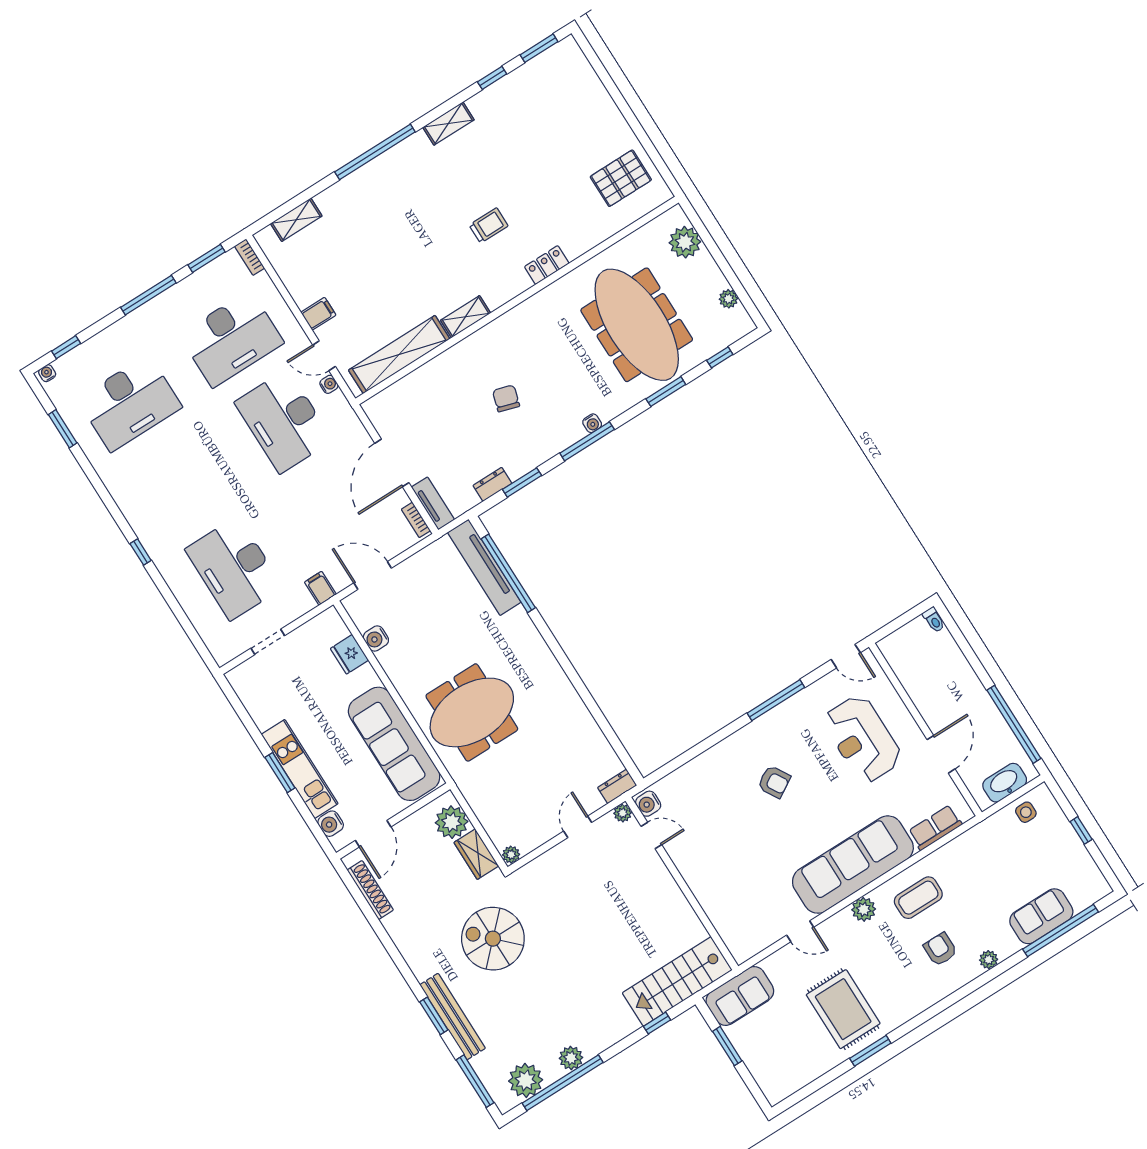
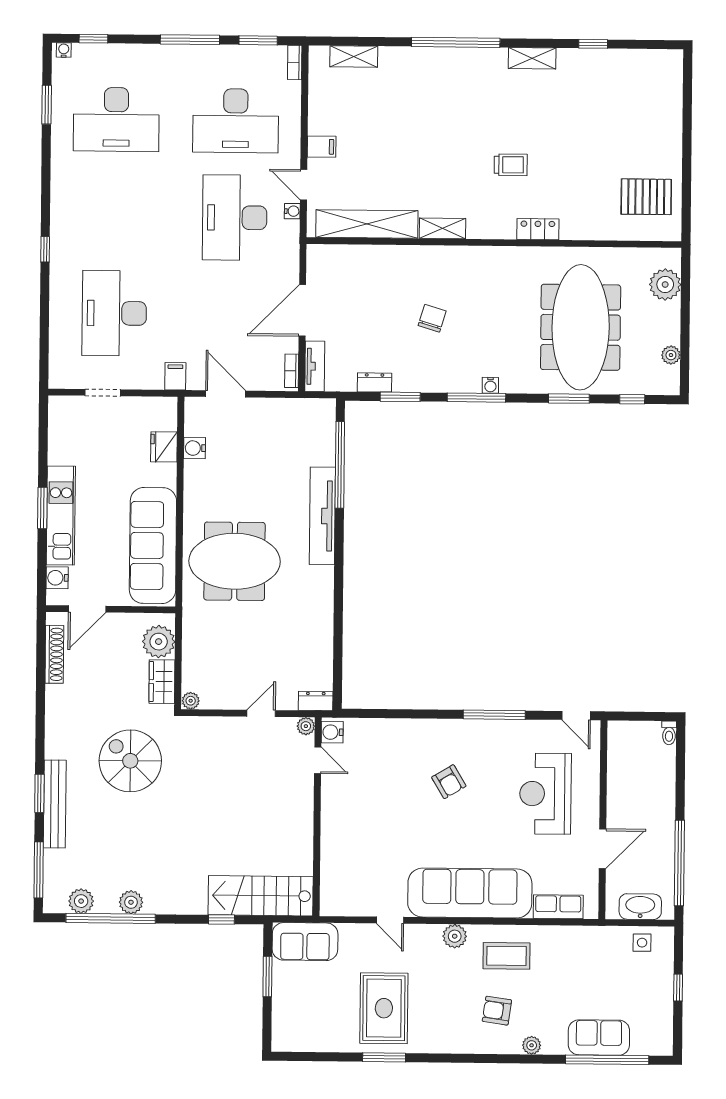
window: (539, 48) -> (648, 44), removed
tv unit: (484, 567) -> (322, 516), moved
armchair: (940, 949) -> (497, 1011), turned -82
plant: (526, 1080) -> (81, 901), width x0.73, depth x0.73

